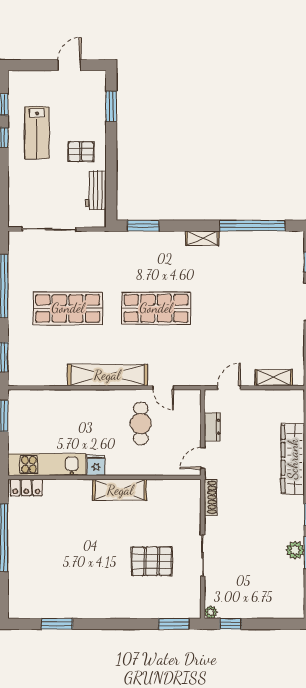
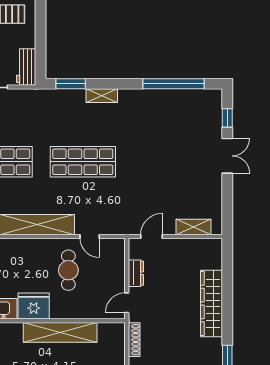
workbench: (96, 190) -> (26, 67), moved
shelving: (202, 238) -> (102, 96), moved
fridge: (96, 465) -> (34, 306), width x1.88, depth x1.34
shelving: (120, 490) -> (60, 332), width x1.47

